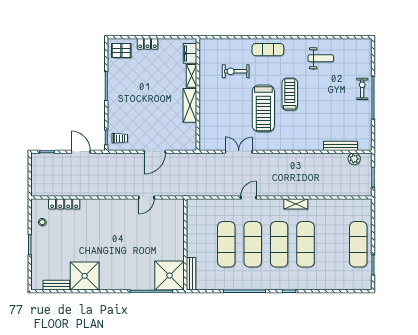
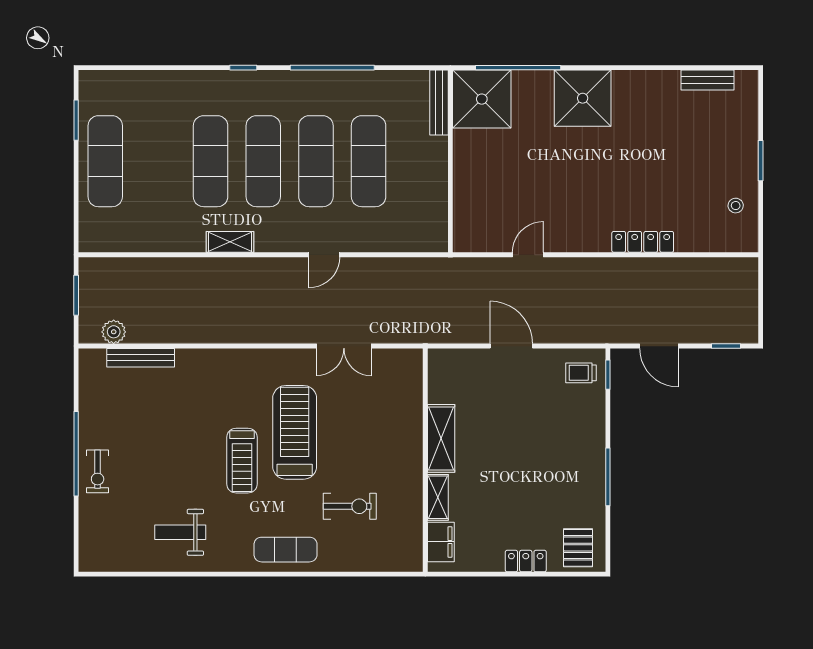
pallet: (121, 50) -> (578, 548), turned 90
door: (155, 152) -> (511, 346), hinge flipped
locker: (64, 204) -> (643, 242), moved
shower: (85, 276) -> (583, 98), moved

